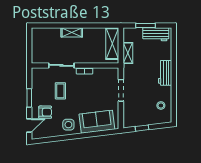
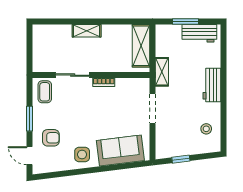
shelving: (128, 53) -> (162, 72), moved
coffee table: (60, 91) -> (45, 92), moved
door: (29, 125) -> (29, 156), swing flipped

